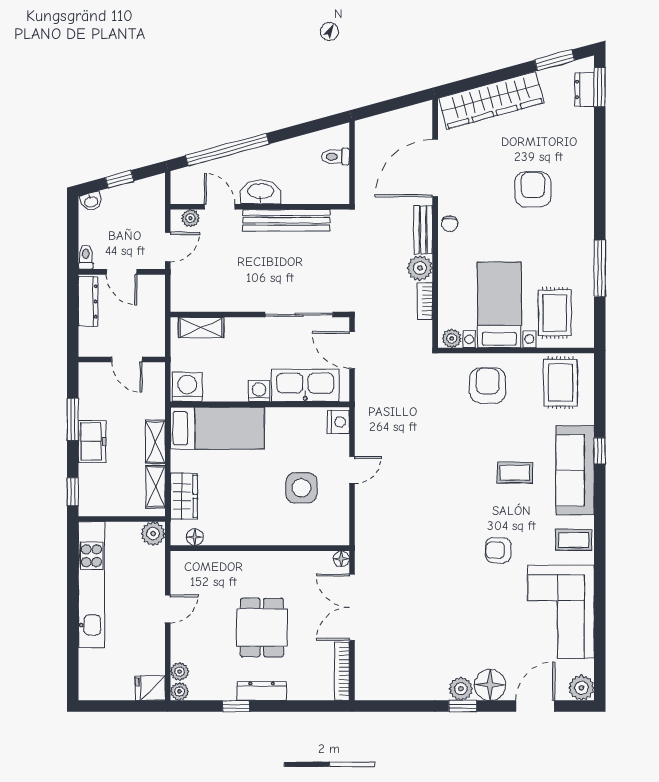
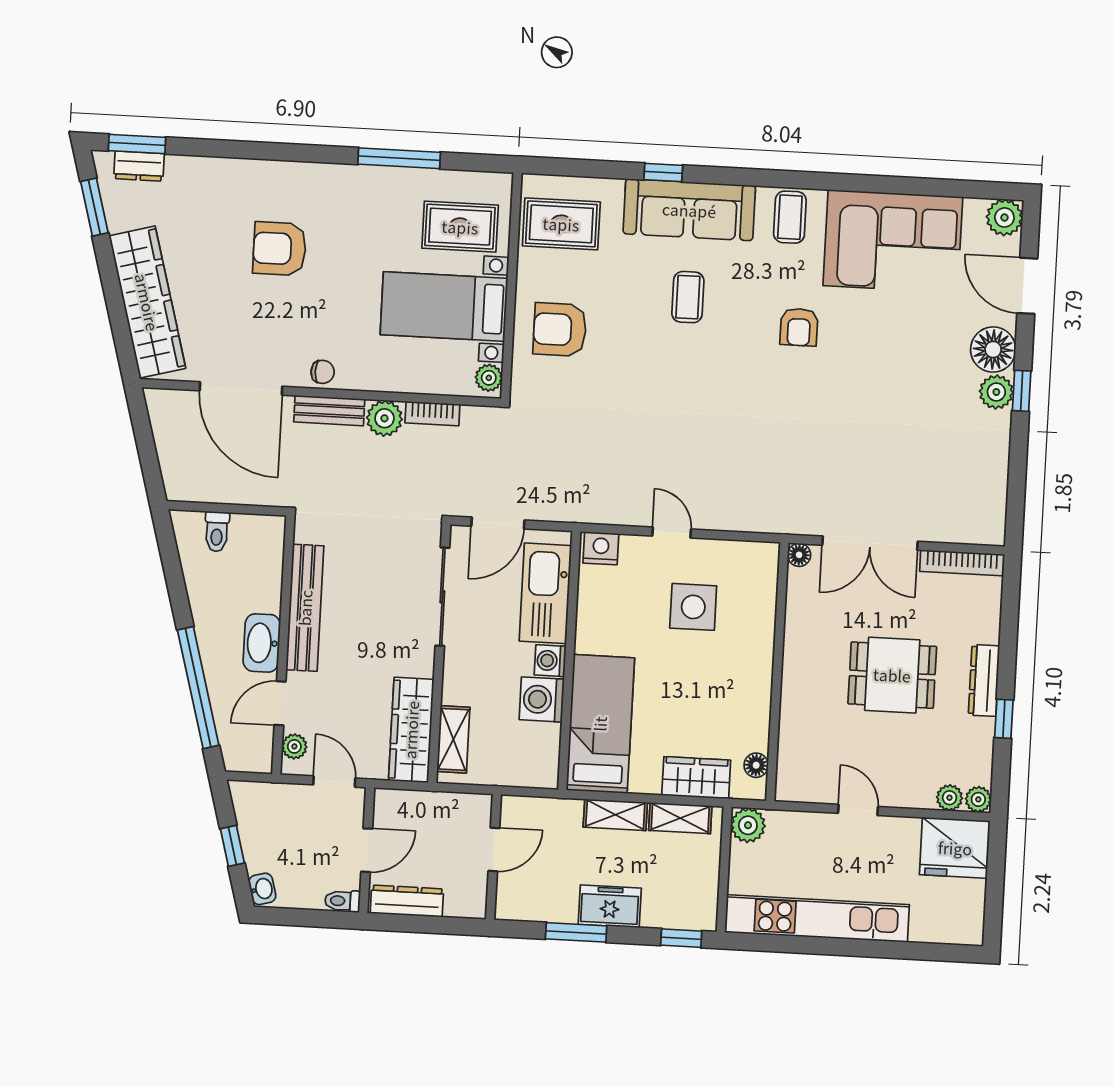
wardrobe: (206, 298) -> (411, 730), added
washing machine: (187, 387) -> (542, 699), moved
fridge: (150, 688) -> (955, 848), width x1.88, depth x1.34

